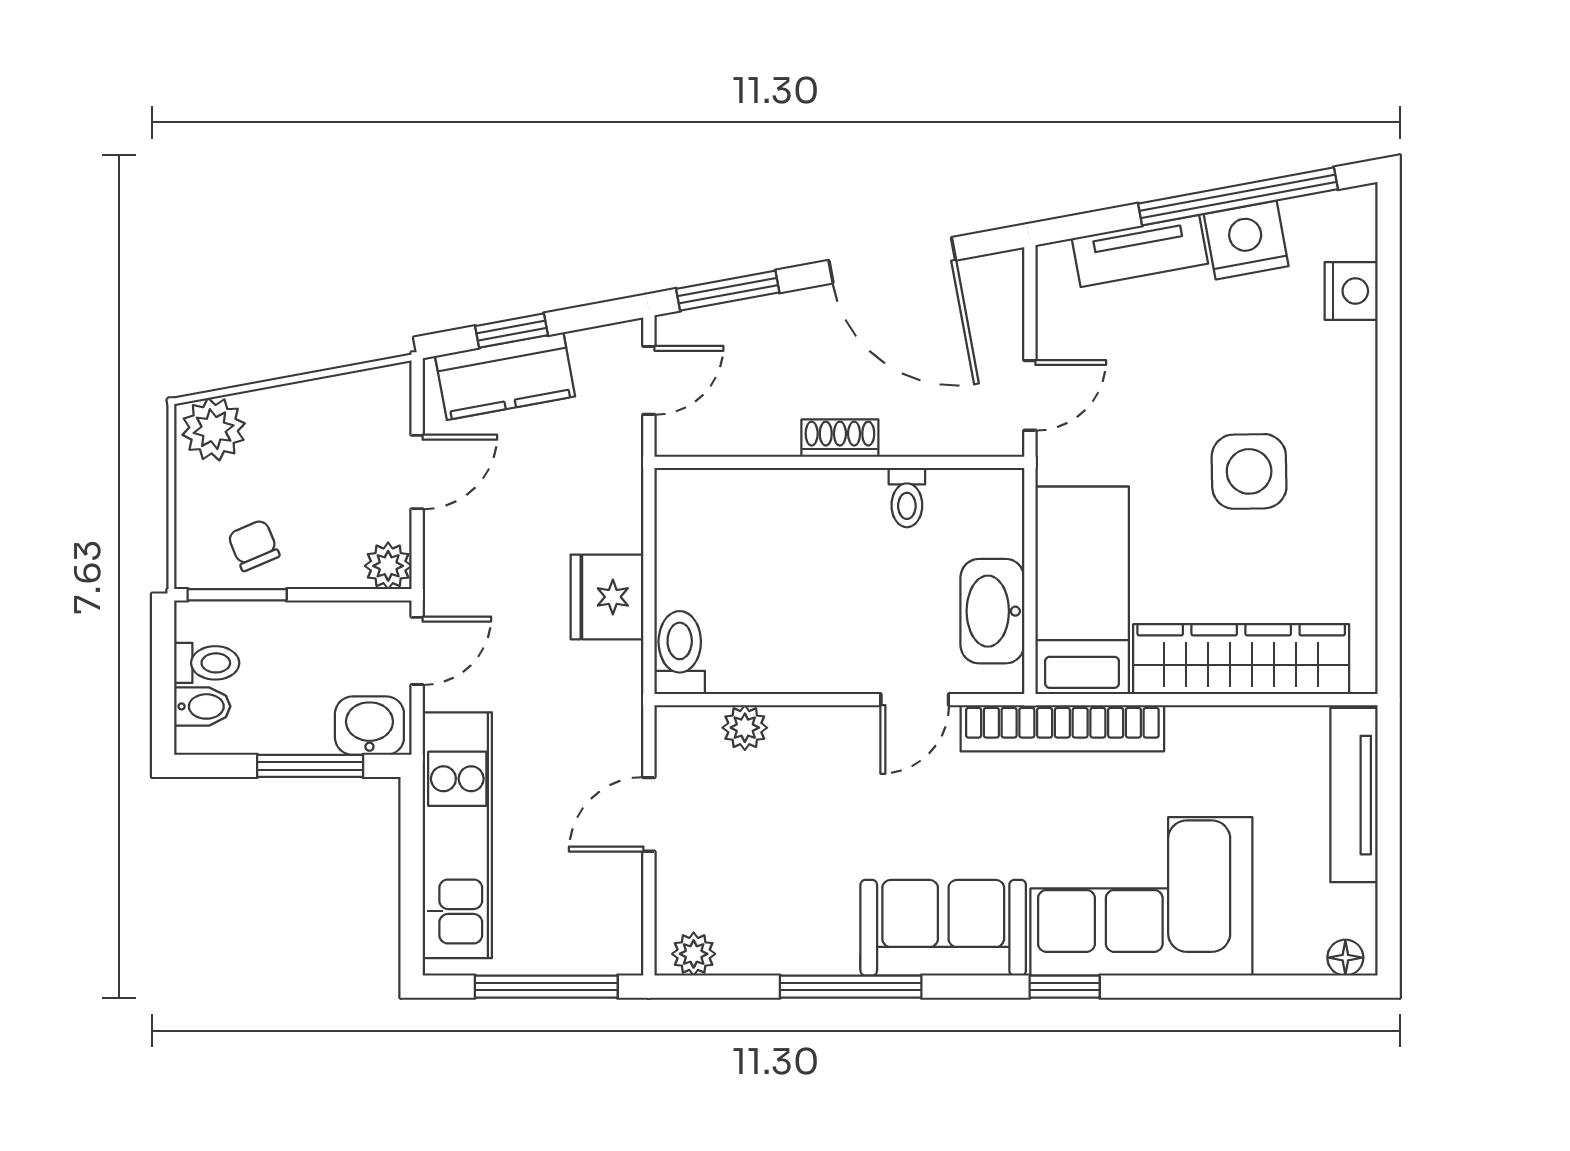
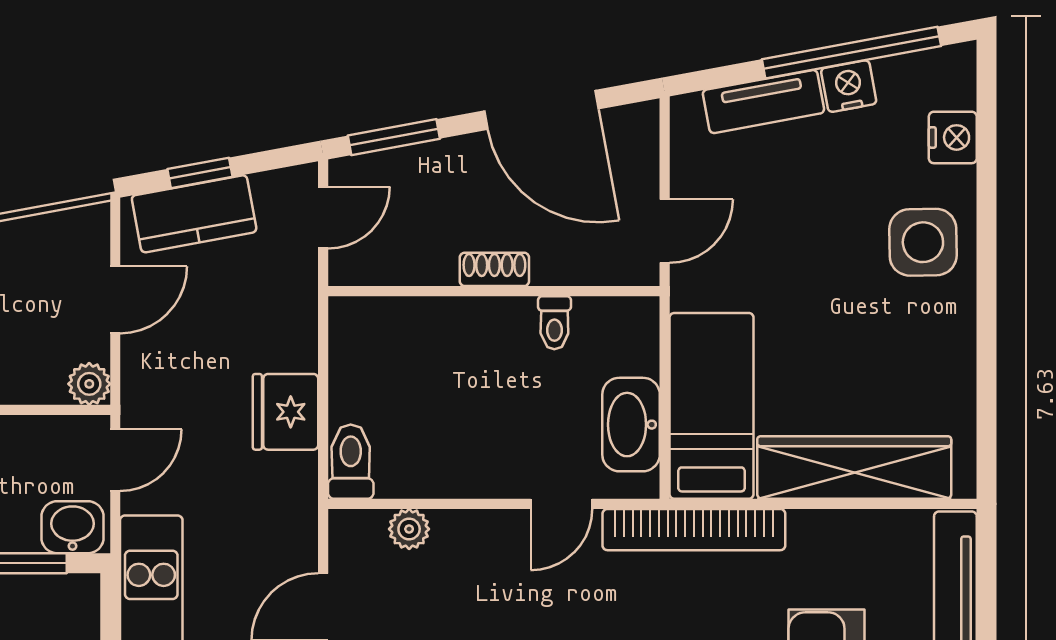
nightstand: (1246, 240) -> (849, 86), width x0.74, depth x0.75
side table: (1249, 471) -> (923, 242), moved

